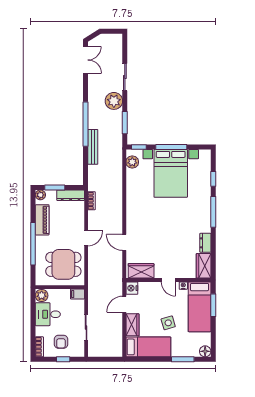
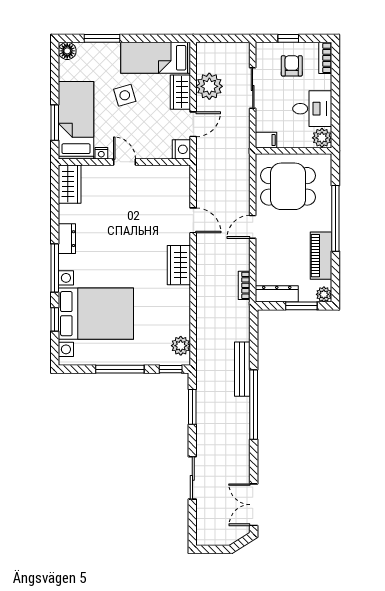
plant: (114, 101) -> (209, 86), moved
bed with nightstands: (171, 173) -> (96, 314), moved, turned 90
dresser: (205, 243) -> (67, 239), moved
wardrobe: (141, 271) -> (179, 265), moved, turned 90

